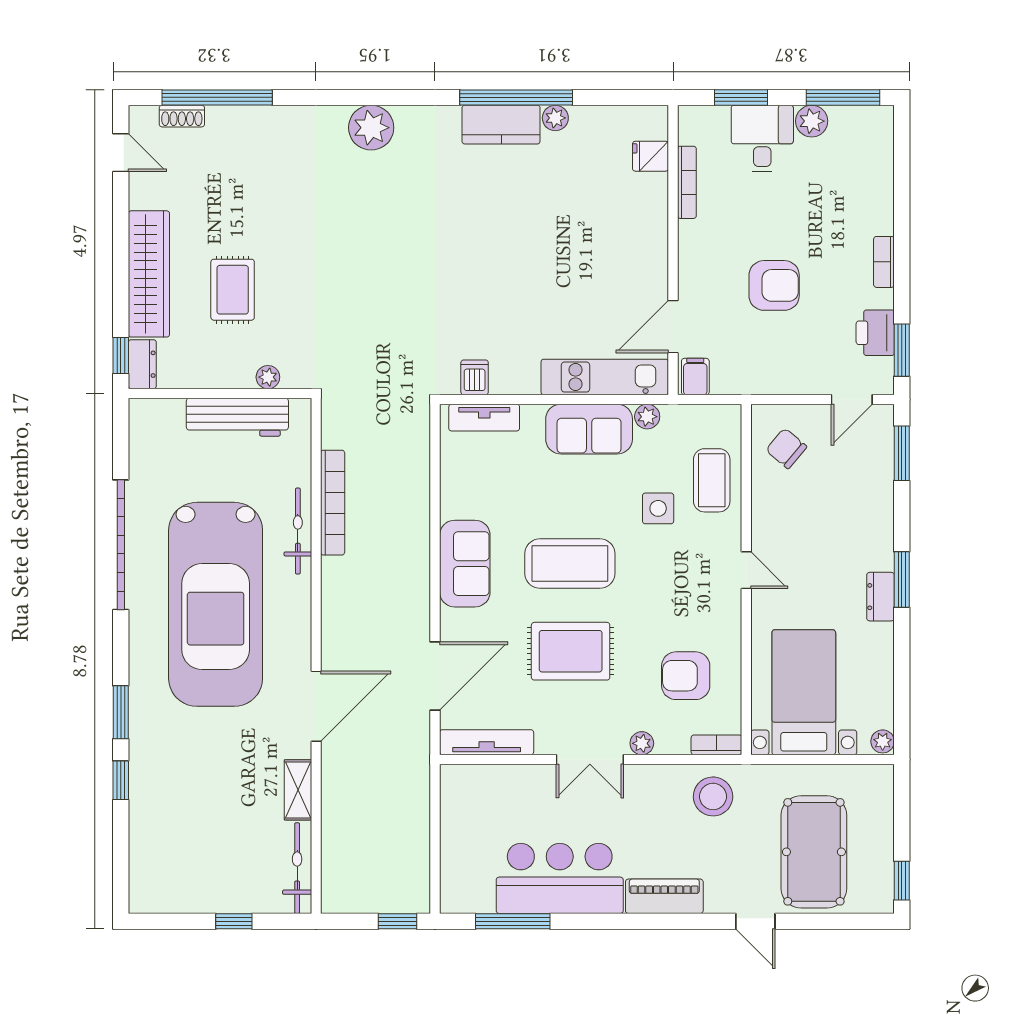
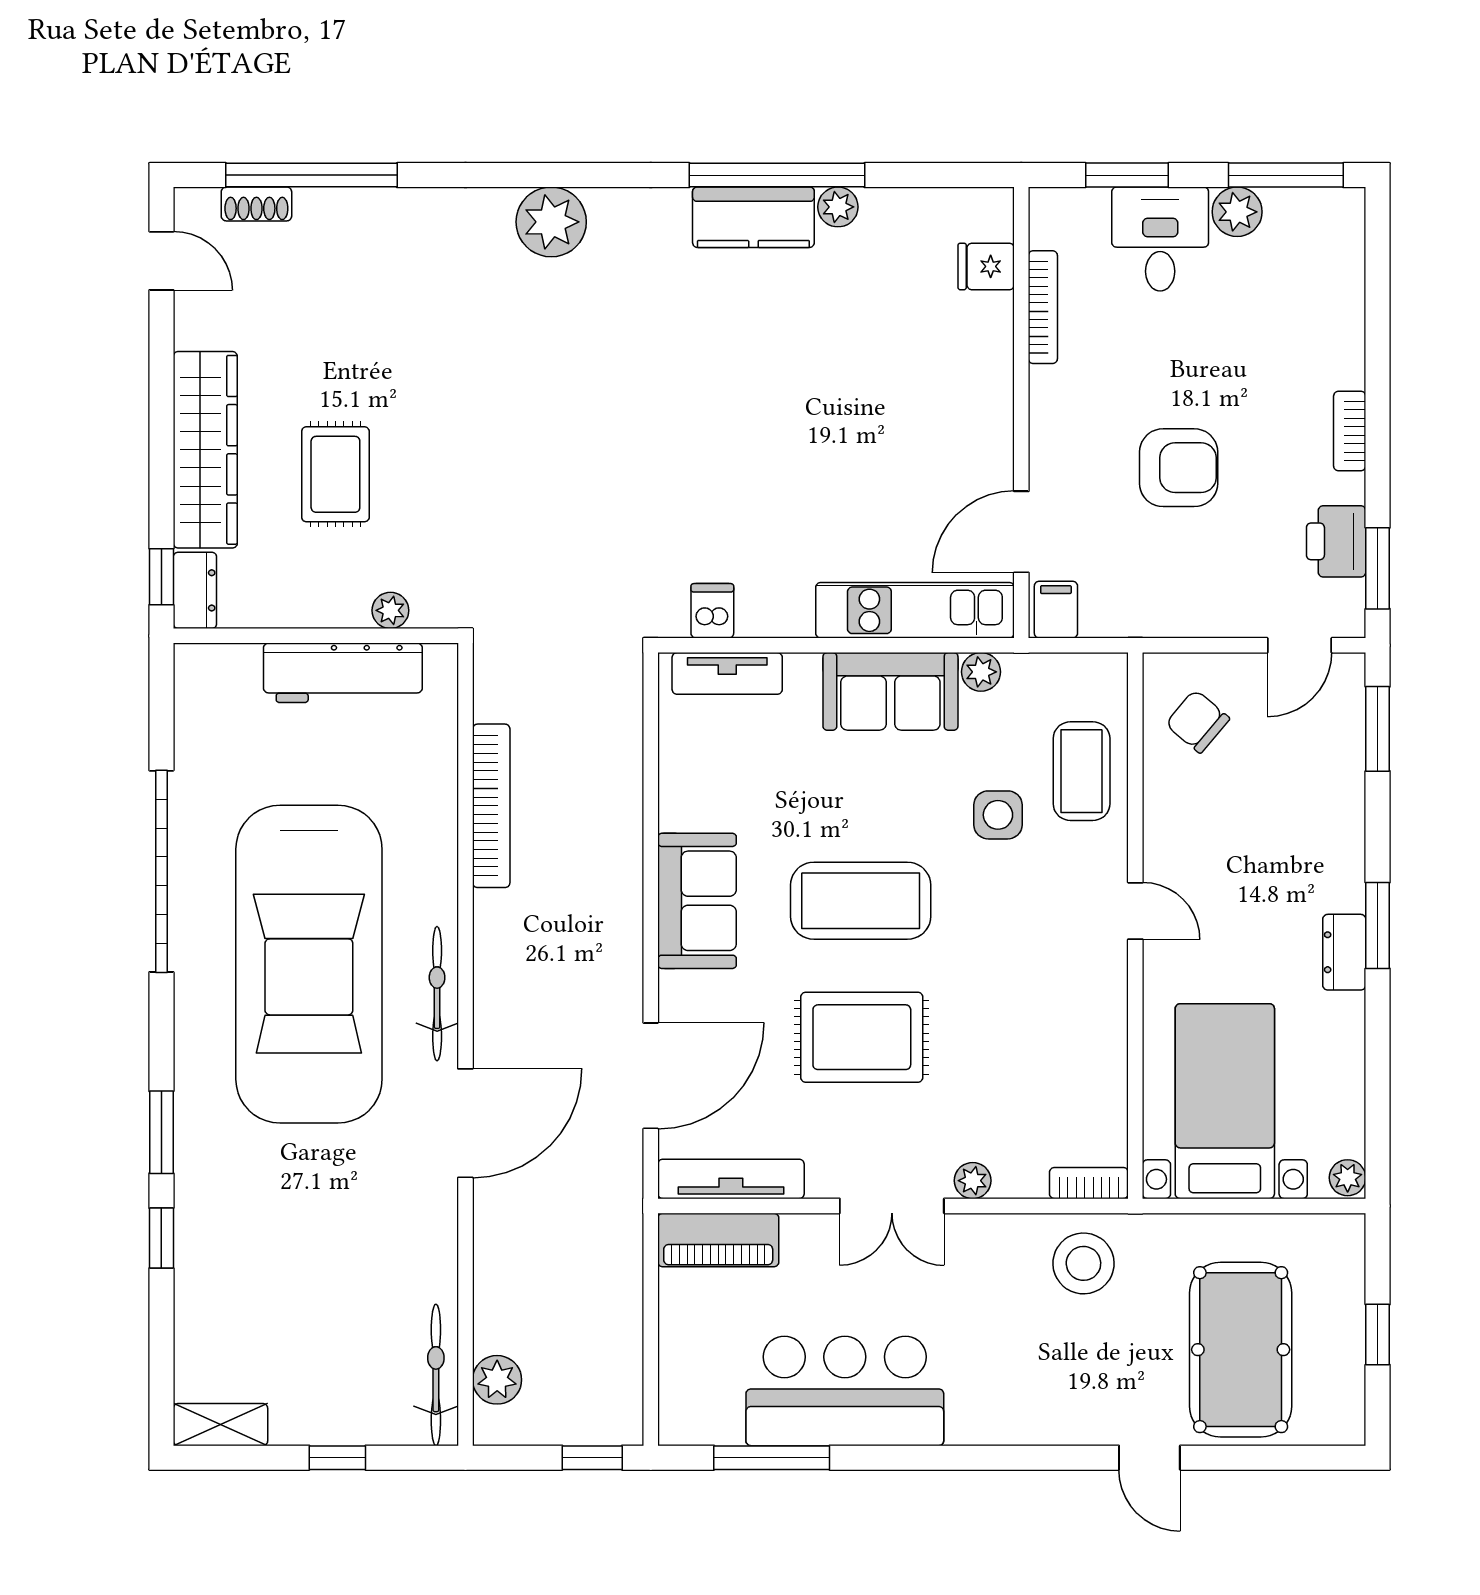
bicycle: (298, 531) -> (437, 994), moved
armchair: (686, 676) -> (1041, 1075), removed
shelving: (298, 790) -> (220, 1425), moved, turned 90
plant: (336, 871) -> (497, 1380), added
window: (902, 881) -> (1378, 1335), moved
piano: (664, 896) -> (718, 1240), moved, turned 180

